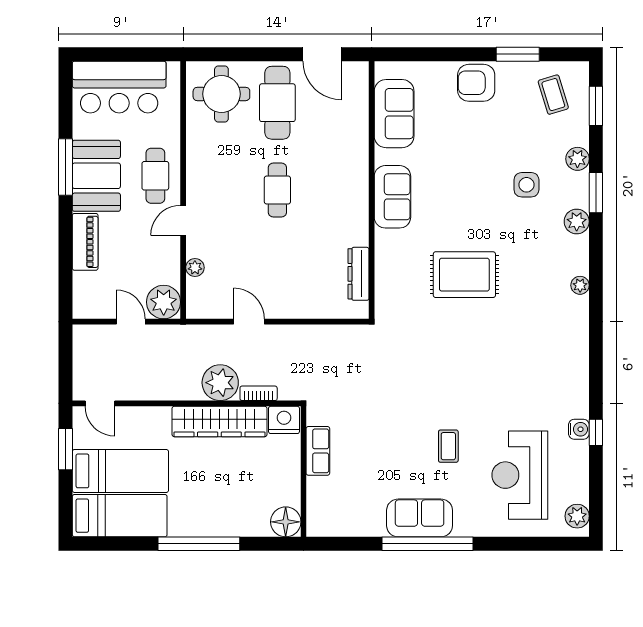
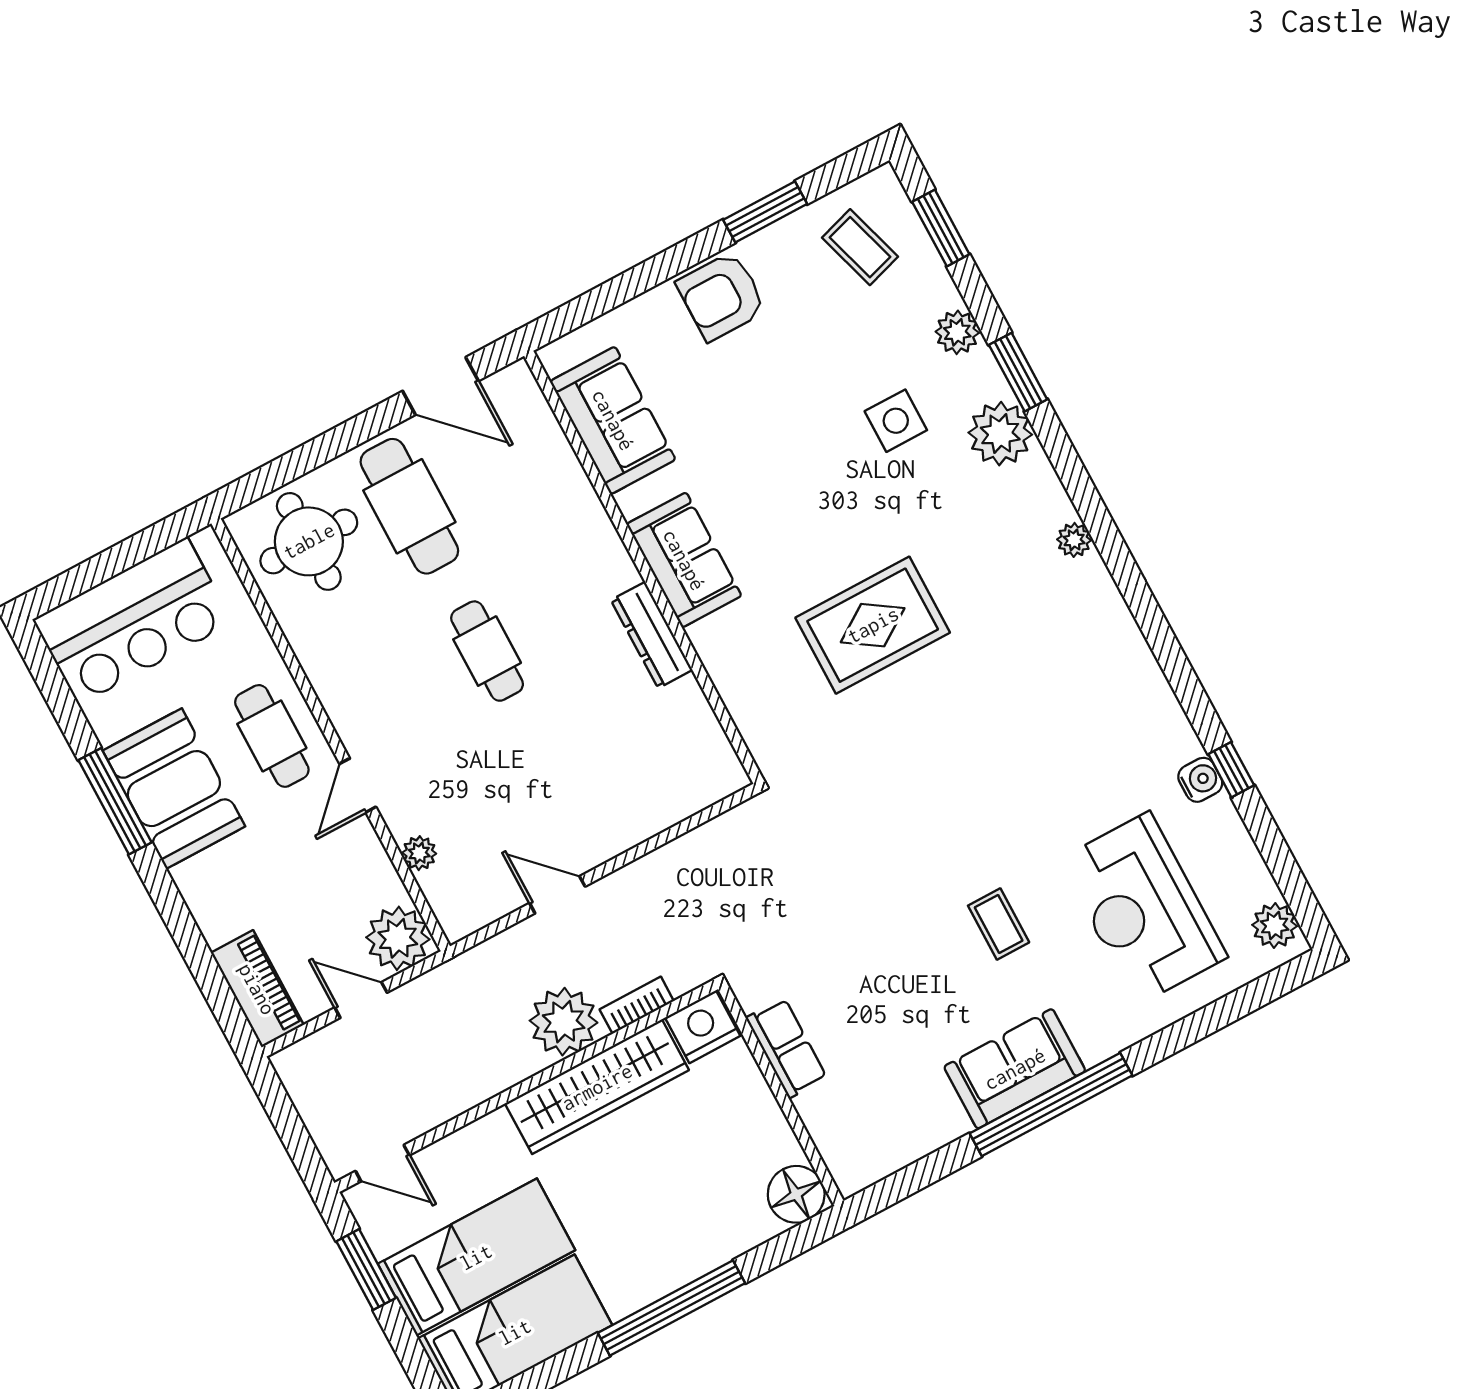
plant: (577, 222) -> (1000, 434), width x1.36, depth x1.36
piano: (85, 242) -> (257, 989), moved
dresser: (358, 274) -> (652, 635), moved

